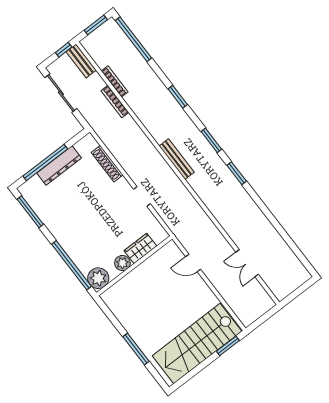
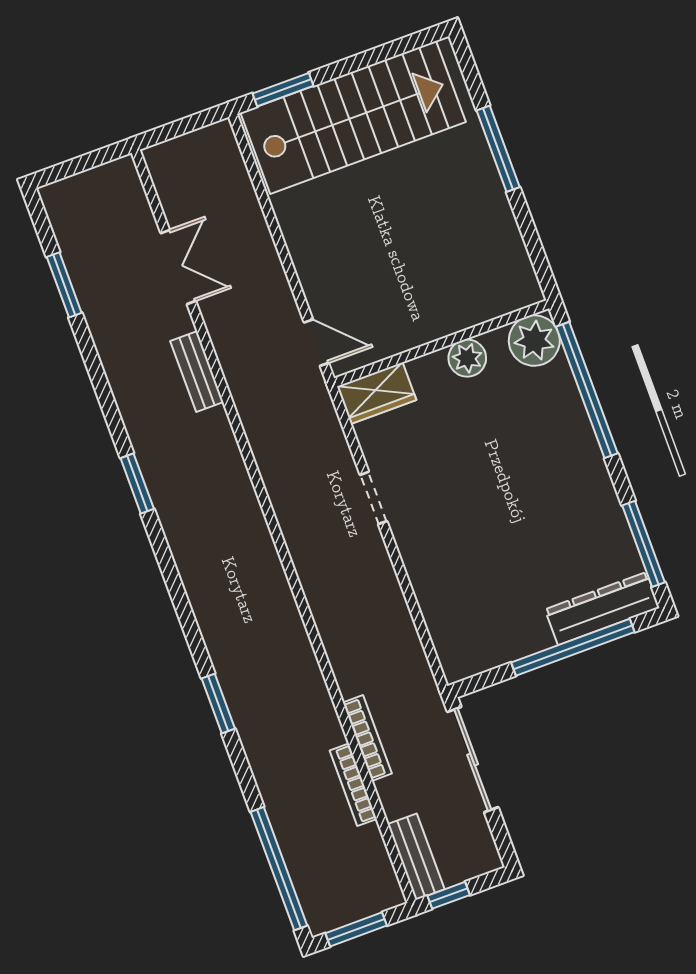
sliding door: (61, 93) -> (473, 759), moved
window: (211, 140) -> (64, 285), moved
bench: (177, 159) -> (197, 372), moved, width x0.73
shoe rack: (107, 164) -> (430, 600), removed
dresser: (59, 166) -> (602, 609), moved
wardrobe: (140, 248) -> (377, 393), moved
door: (193, 263) -> (316, 343), moved

